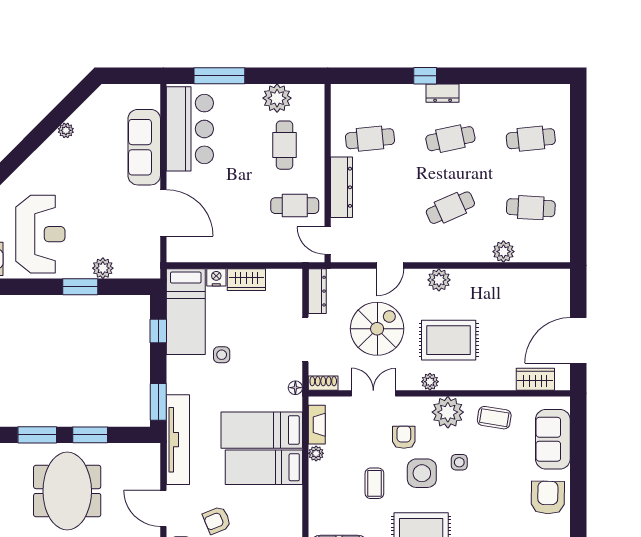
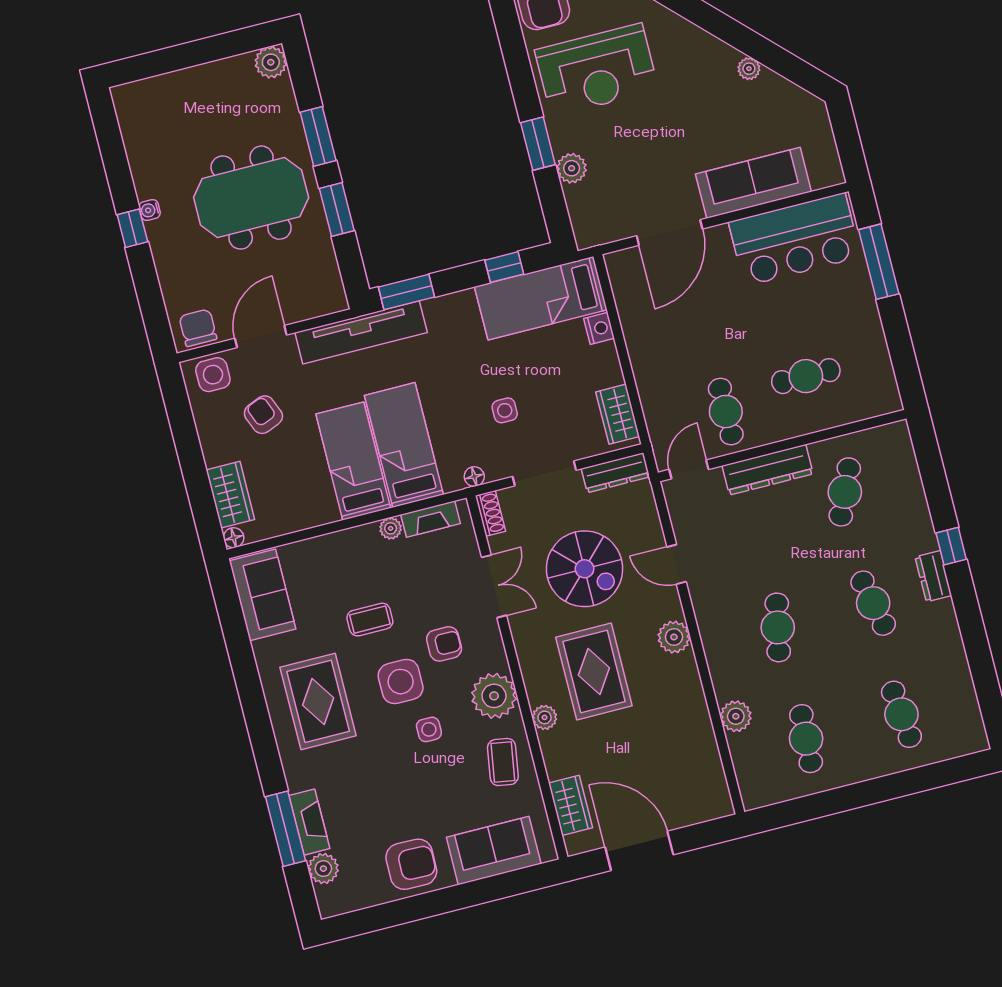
plant: (277, 98) -> (868, 349), removed
cafe table: (370, 139) -> (845, 492), turned 30
cafe table: (450, 208) -> (778, 627), turned 36
wardrobe: (246, 280) -> (618, 414), moved
side table: (222, 355) -> (505, 410), moved
plant: (430, 382) -> (545, 717), moved

